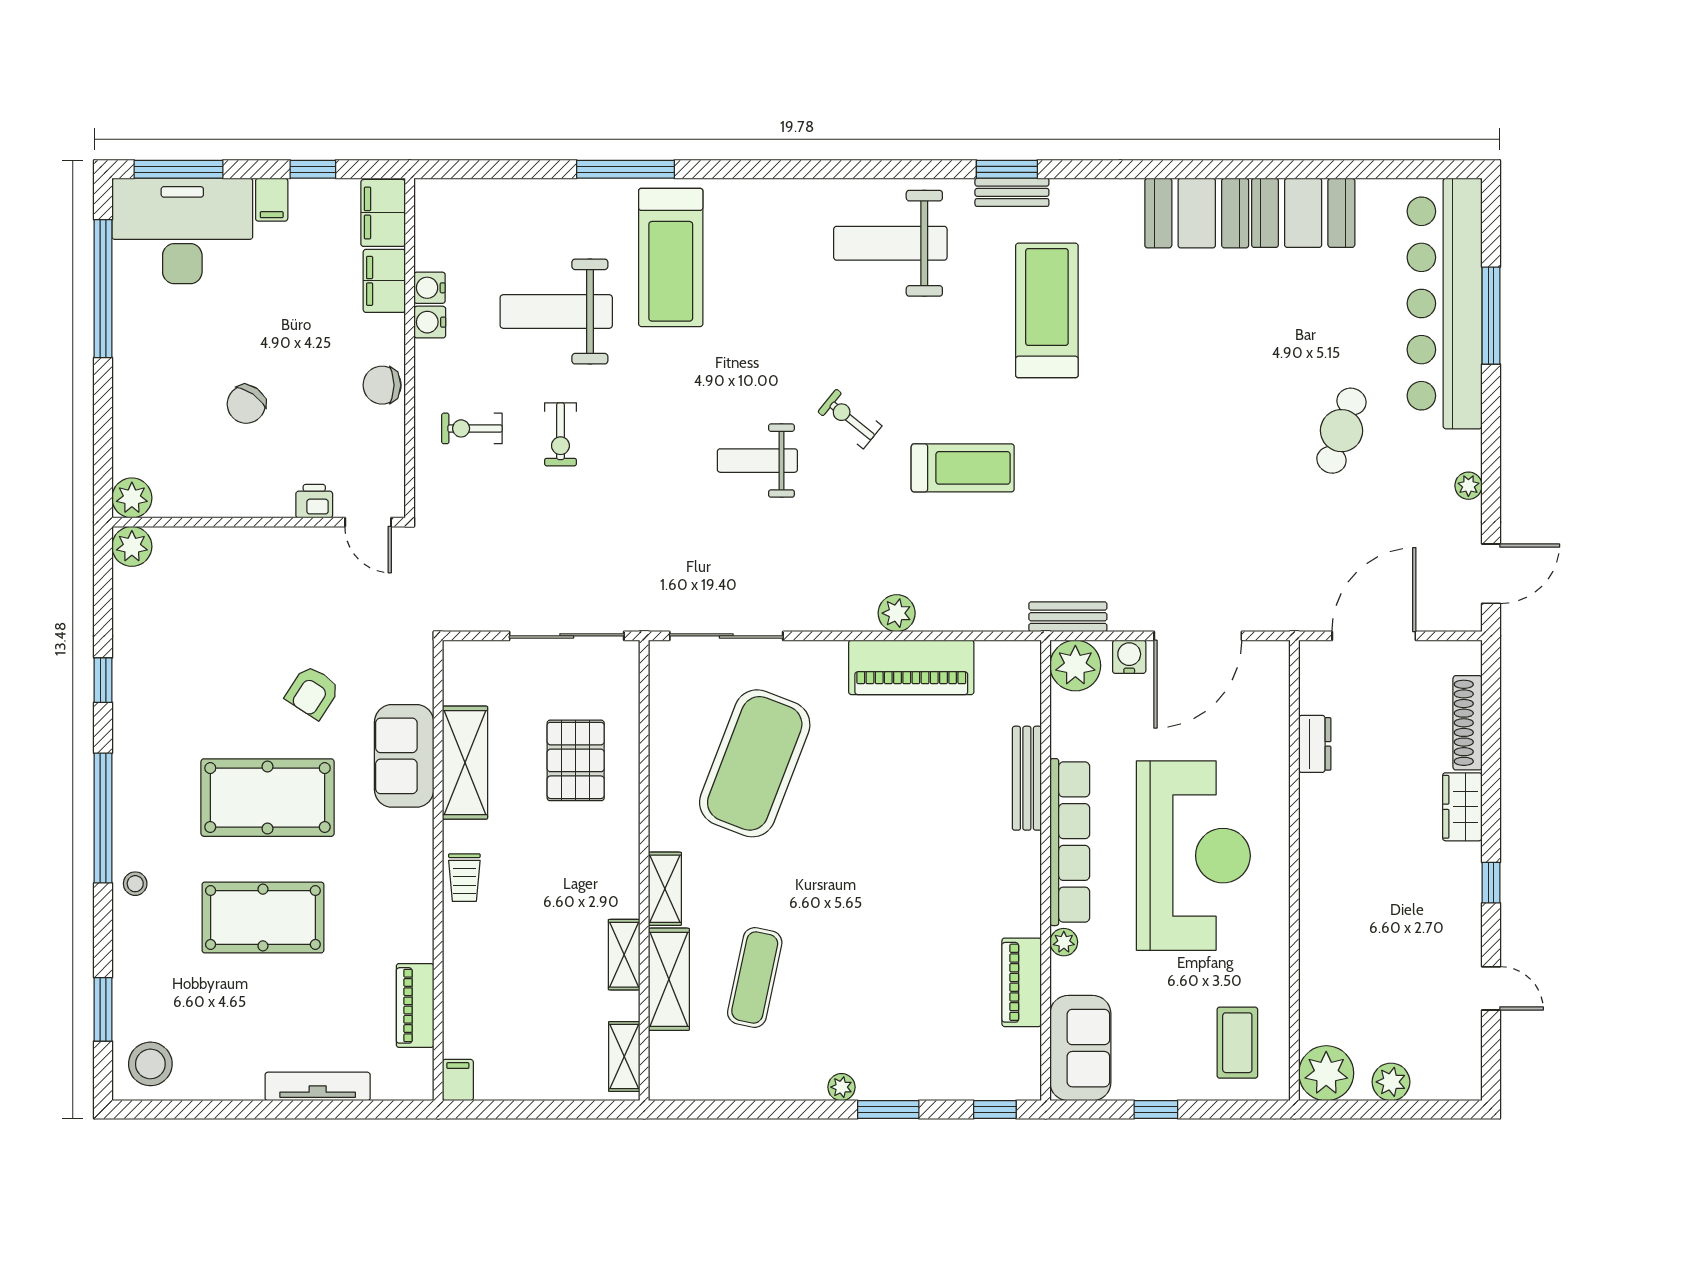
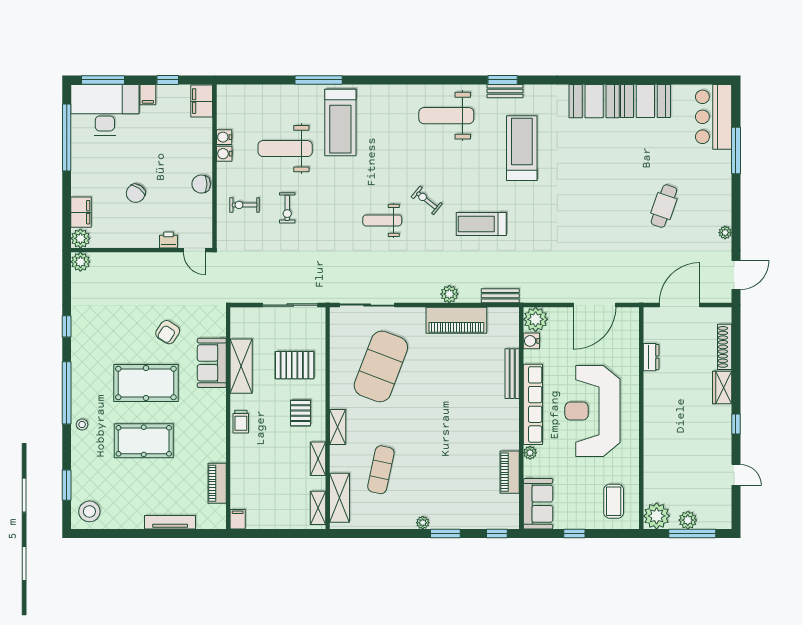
filing cabinet: (384, 281) -> (81, 212), moved, turned 180
bar counter: (1445, 303) -> (714, 117), width x0.54
treadmill: (963, 468) -> (481, 224), turned 180
bench: (1068, 617) -> (500, 296), moved
water cooler: (1129, 657) -> (531, 341), moved, turned -90
pallet: (576, 760) -> (295, 365), turned 90
reception desk: (1193, 856) -> (592, 411), turned 180
pallet: (588, 860) -> (300, 413), added
shelving: (669, 979) -> (340, 498), moved
window: (1400, 1110) -> (692, 533), added

